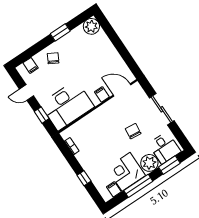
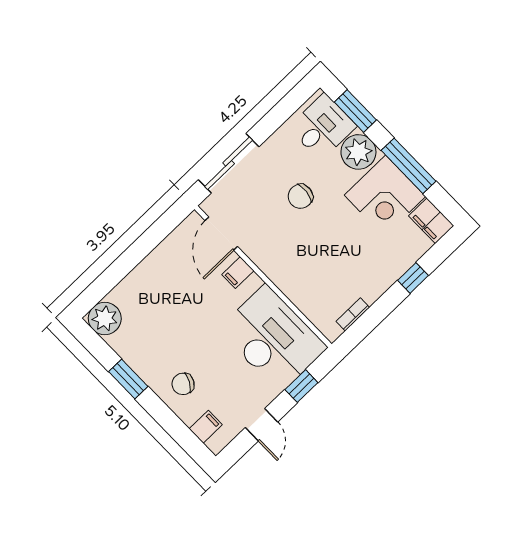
sliding door: (162, 109) -> (229, 163), moved
filing cabinet: (114, 189) -> (431, 221), width x2.00

